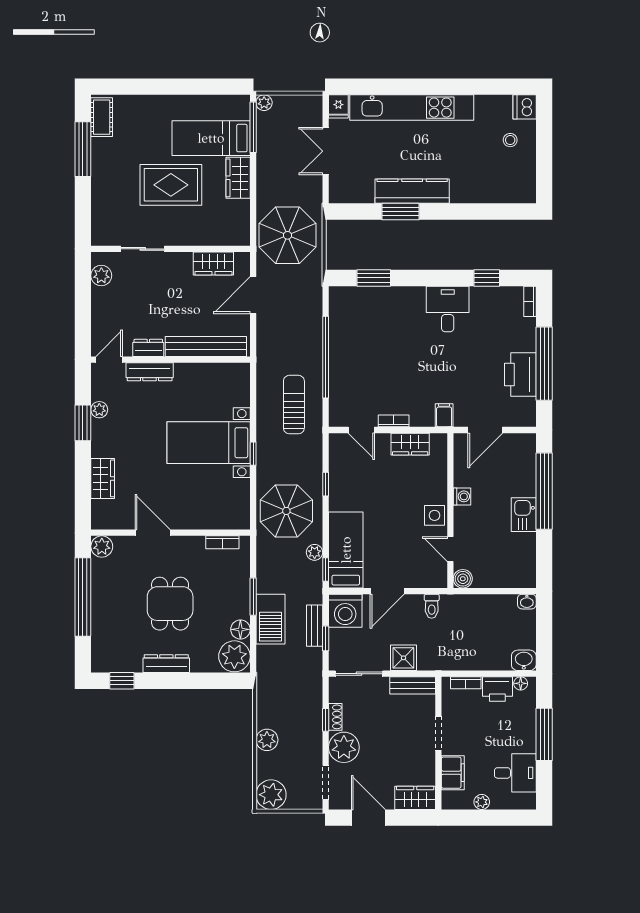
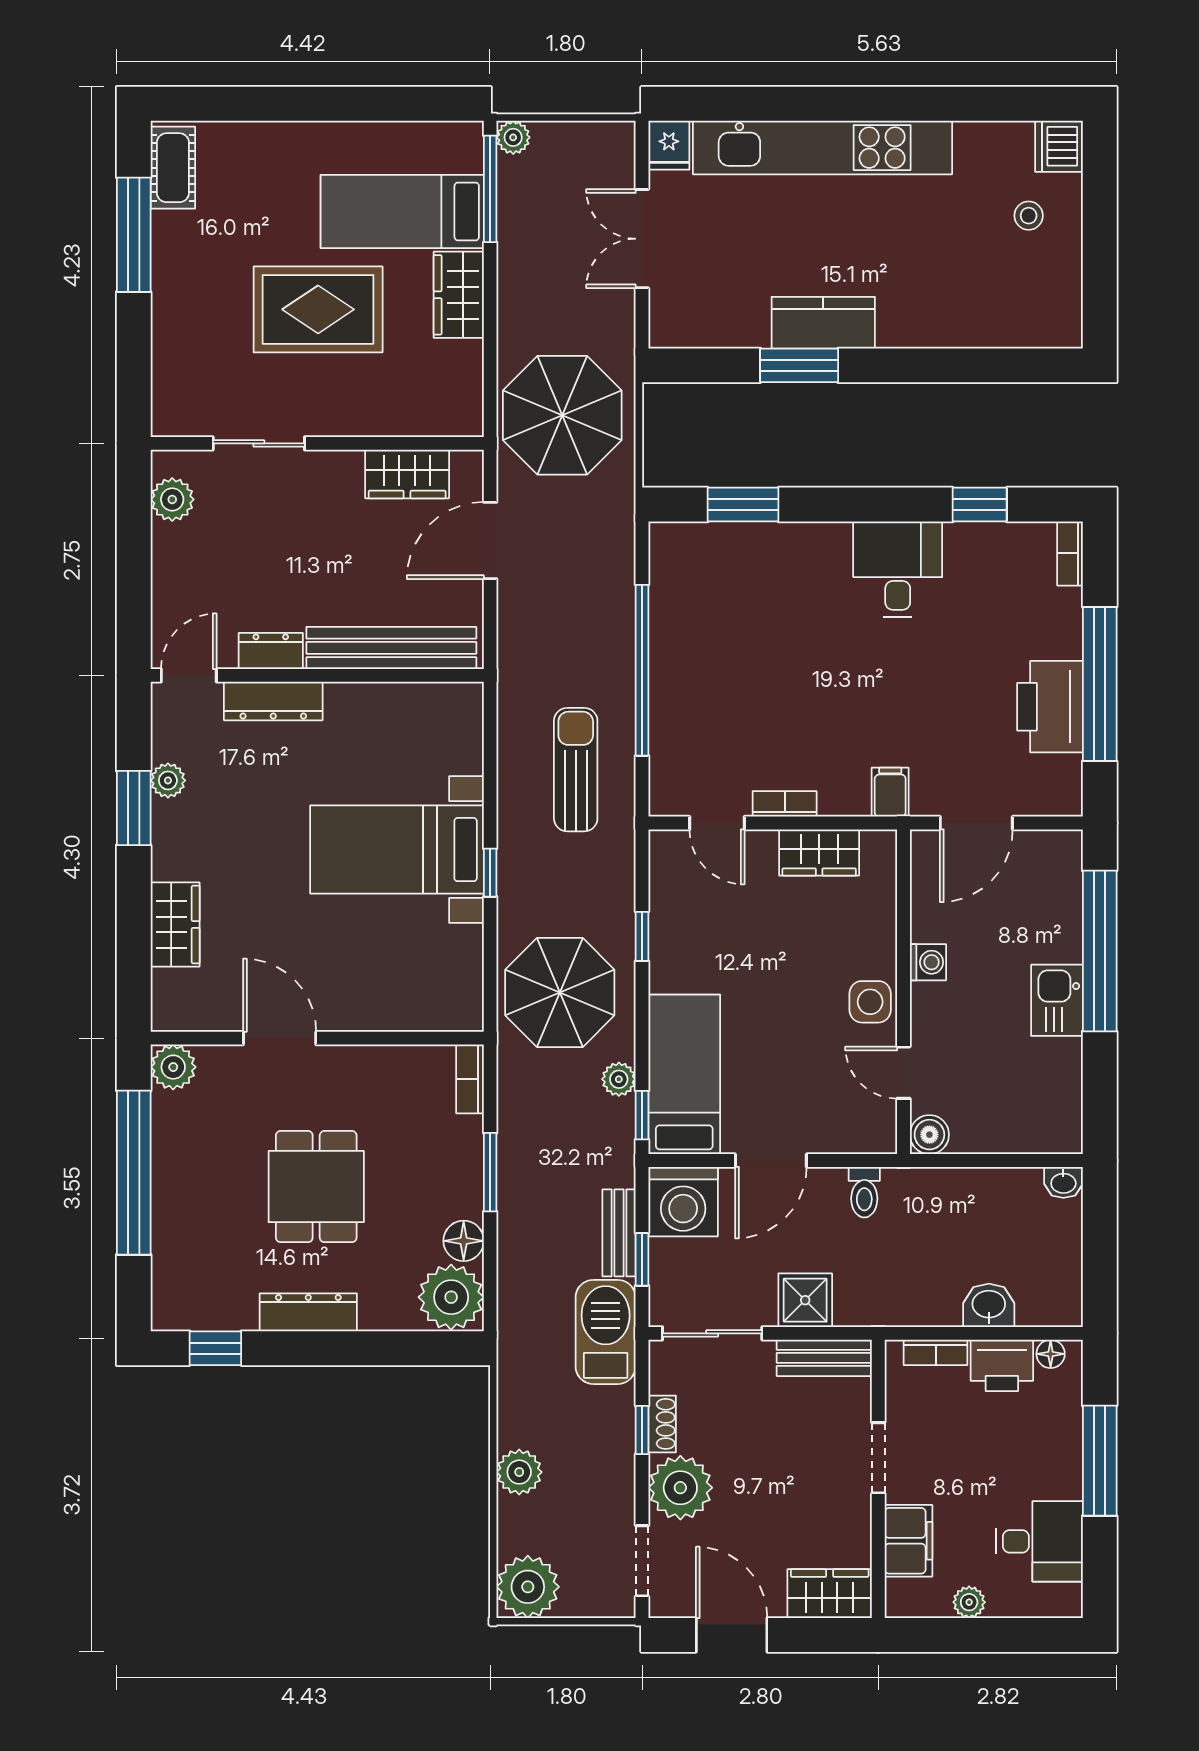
kitchen counter: (412, 191) -> (823, 323), width x0.67
bookcase: (222, 542) -> (470, 1079), moved, turned 90
barbecue: (270, 619) -> (606, 1332), moved, turned 180
washbasin: (524, 660) -> (989, 1305), moved

